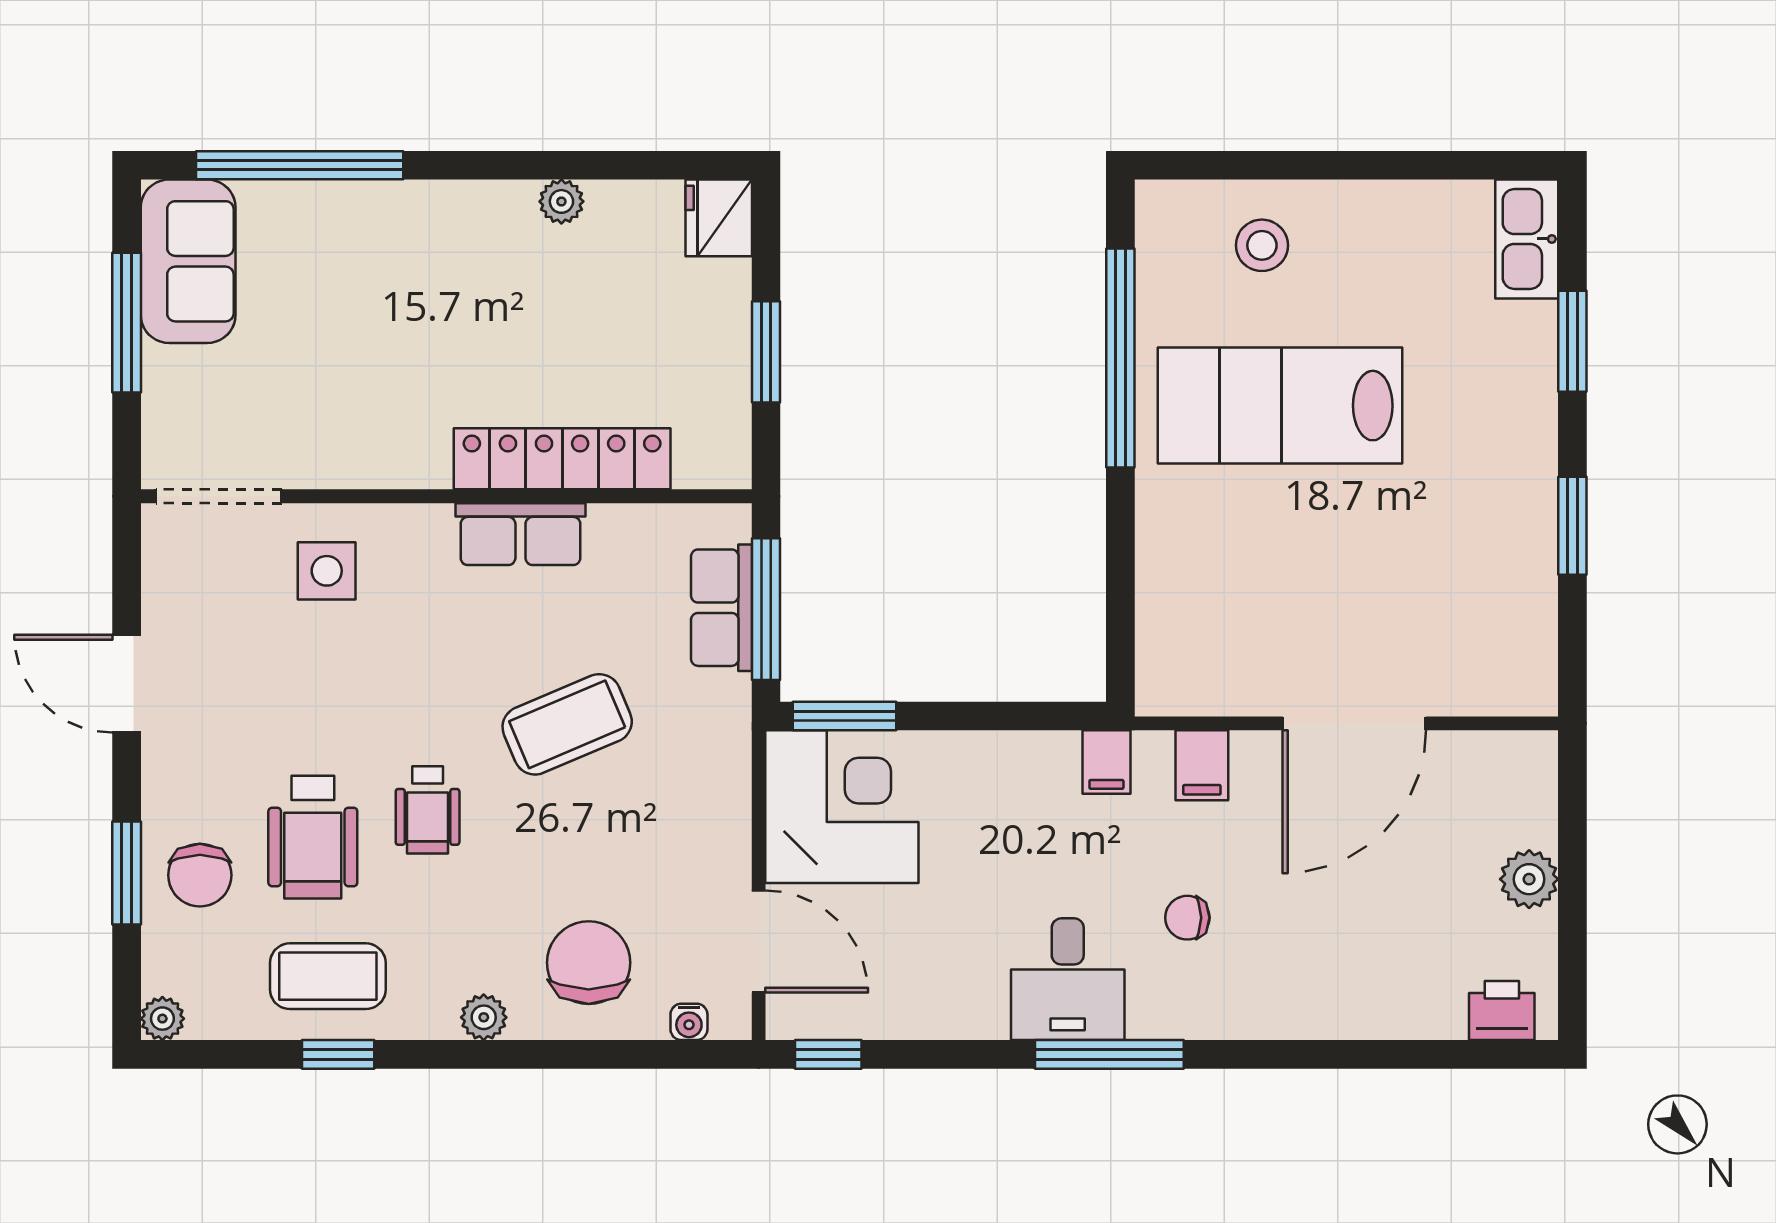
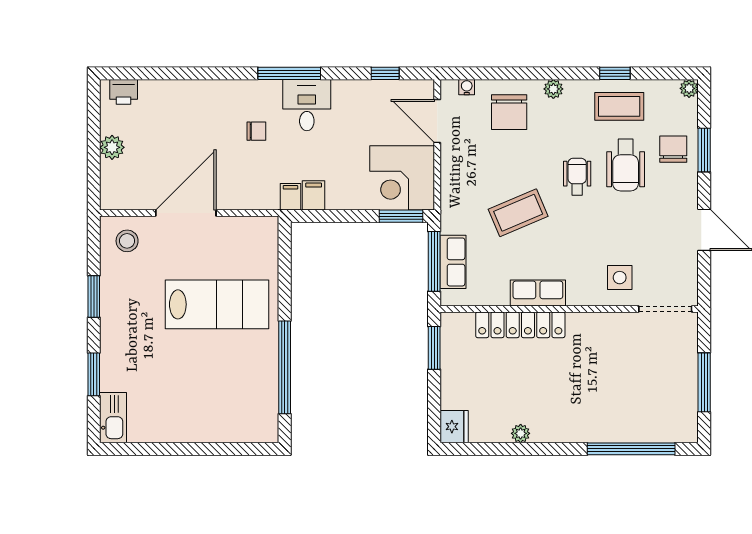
stool: (1262, 245) -> (127, 241), moved
sofa: (188, 261) -> (678, 408), removed
window: (766, 352) -> (434, 348), moved
lab bench: (1280, 406) -> (217, 304), moved
filing cabinet: (1202, 765) -> (314, 195), moved
wheelchair: (313, 837) -> (626, 165), turned 180
window: (828, 1054) -> (385, 73), moved

